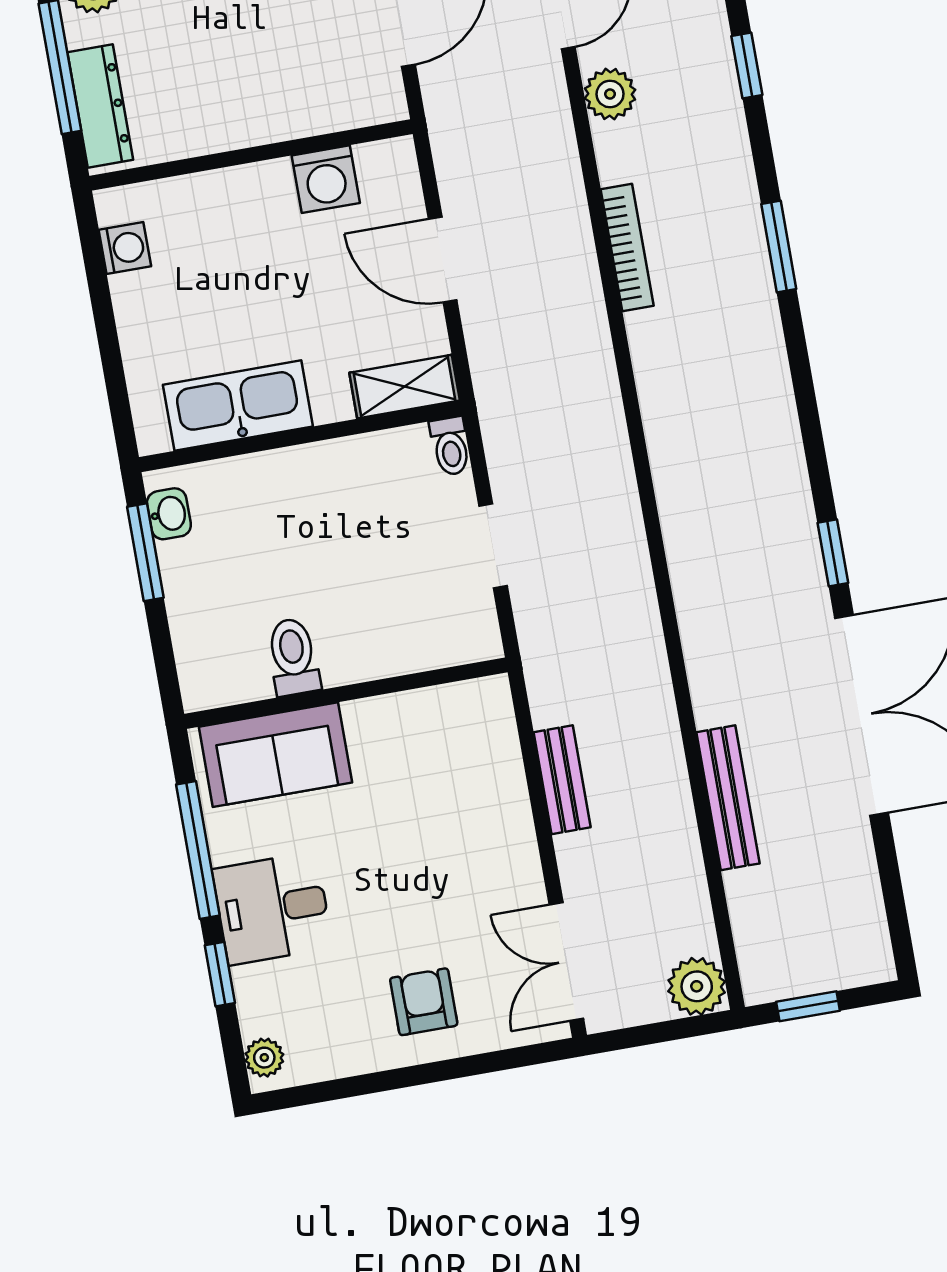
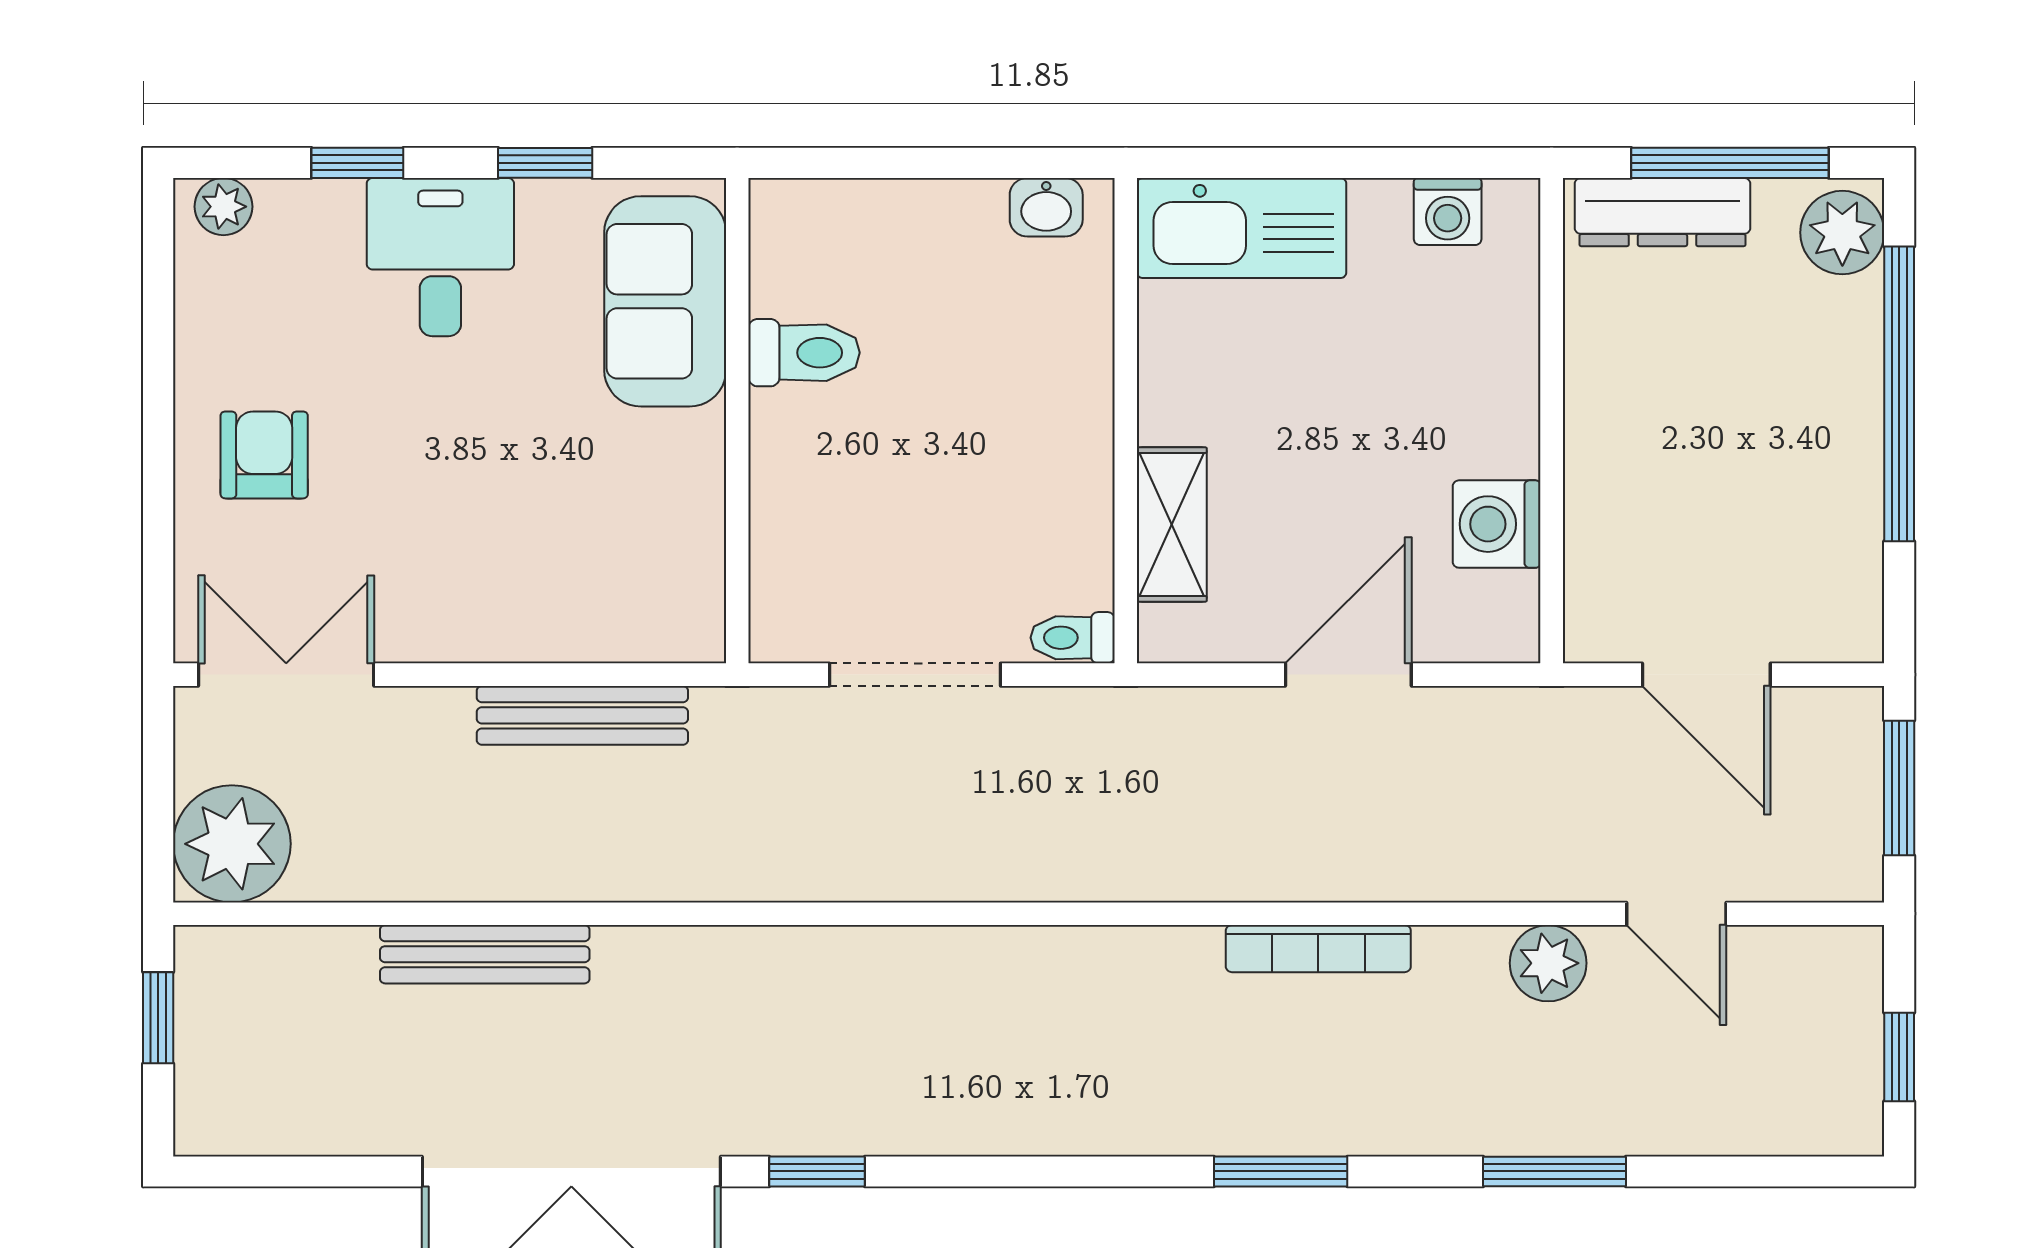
window: (747, 65) -> (1554, 1171), width x1.50
shelving: (405, 387) -> (1172, 524), moved
kitchen sink: (238, 406) -> (1242, 228), moved, turned 90
doorway: (493, 546) -> (915, 675), width x1.38
window: (145, 552) -> (996, 163), removed
bench: (562, 780) -> (582, 715), width x1.36
window: (198, 850) -> (545, 163), width x0.46
plant: (697, 986) -> (232, 844), width x1.36, depth x1.36
armchair: (424, 1002) -> (264, 455), turned -90

